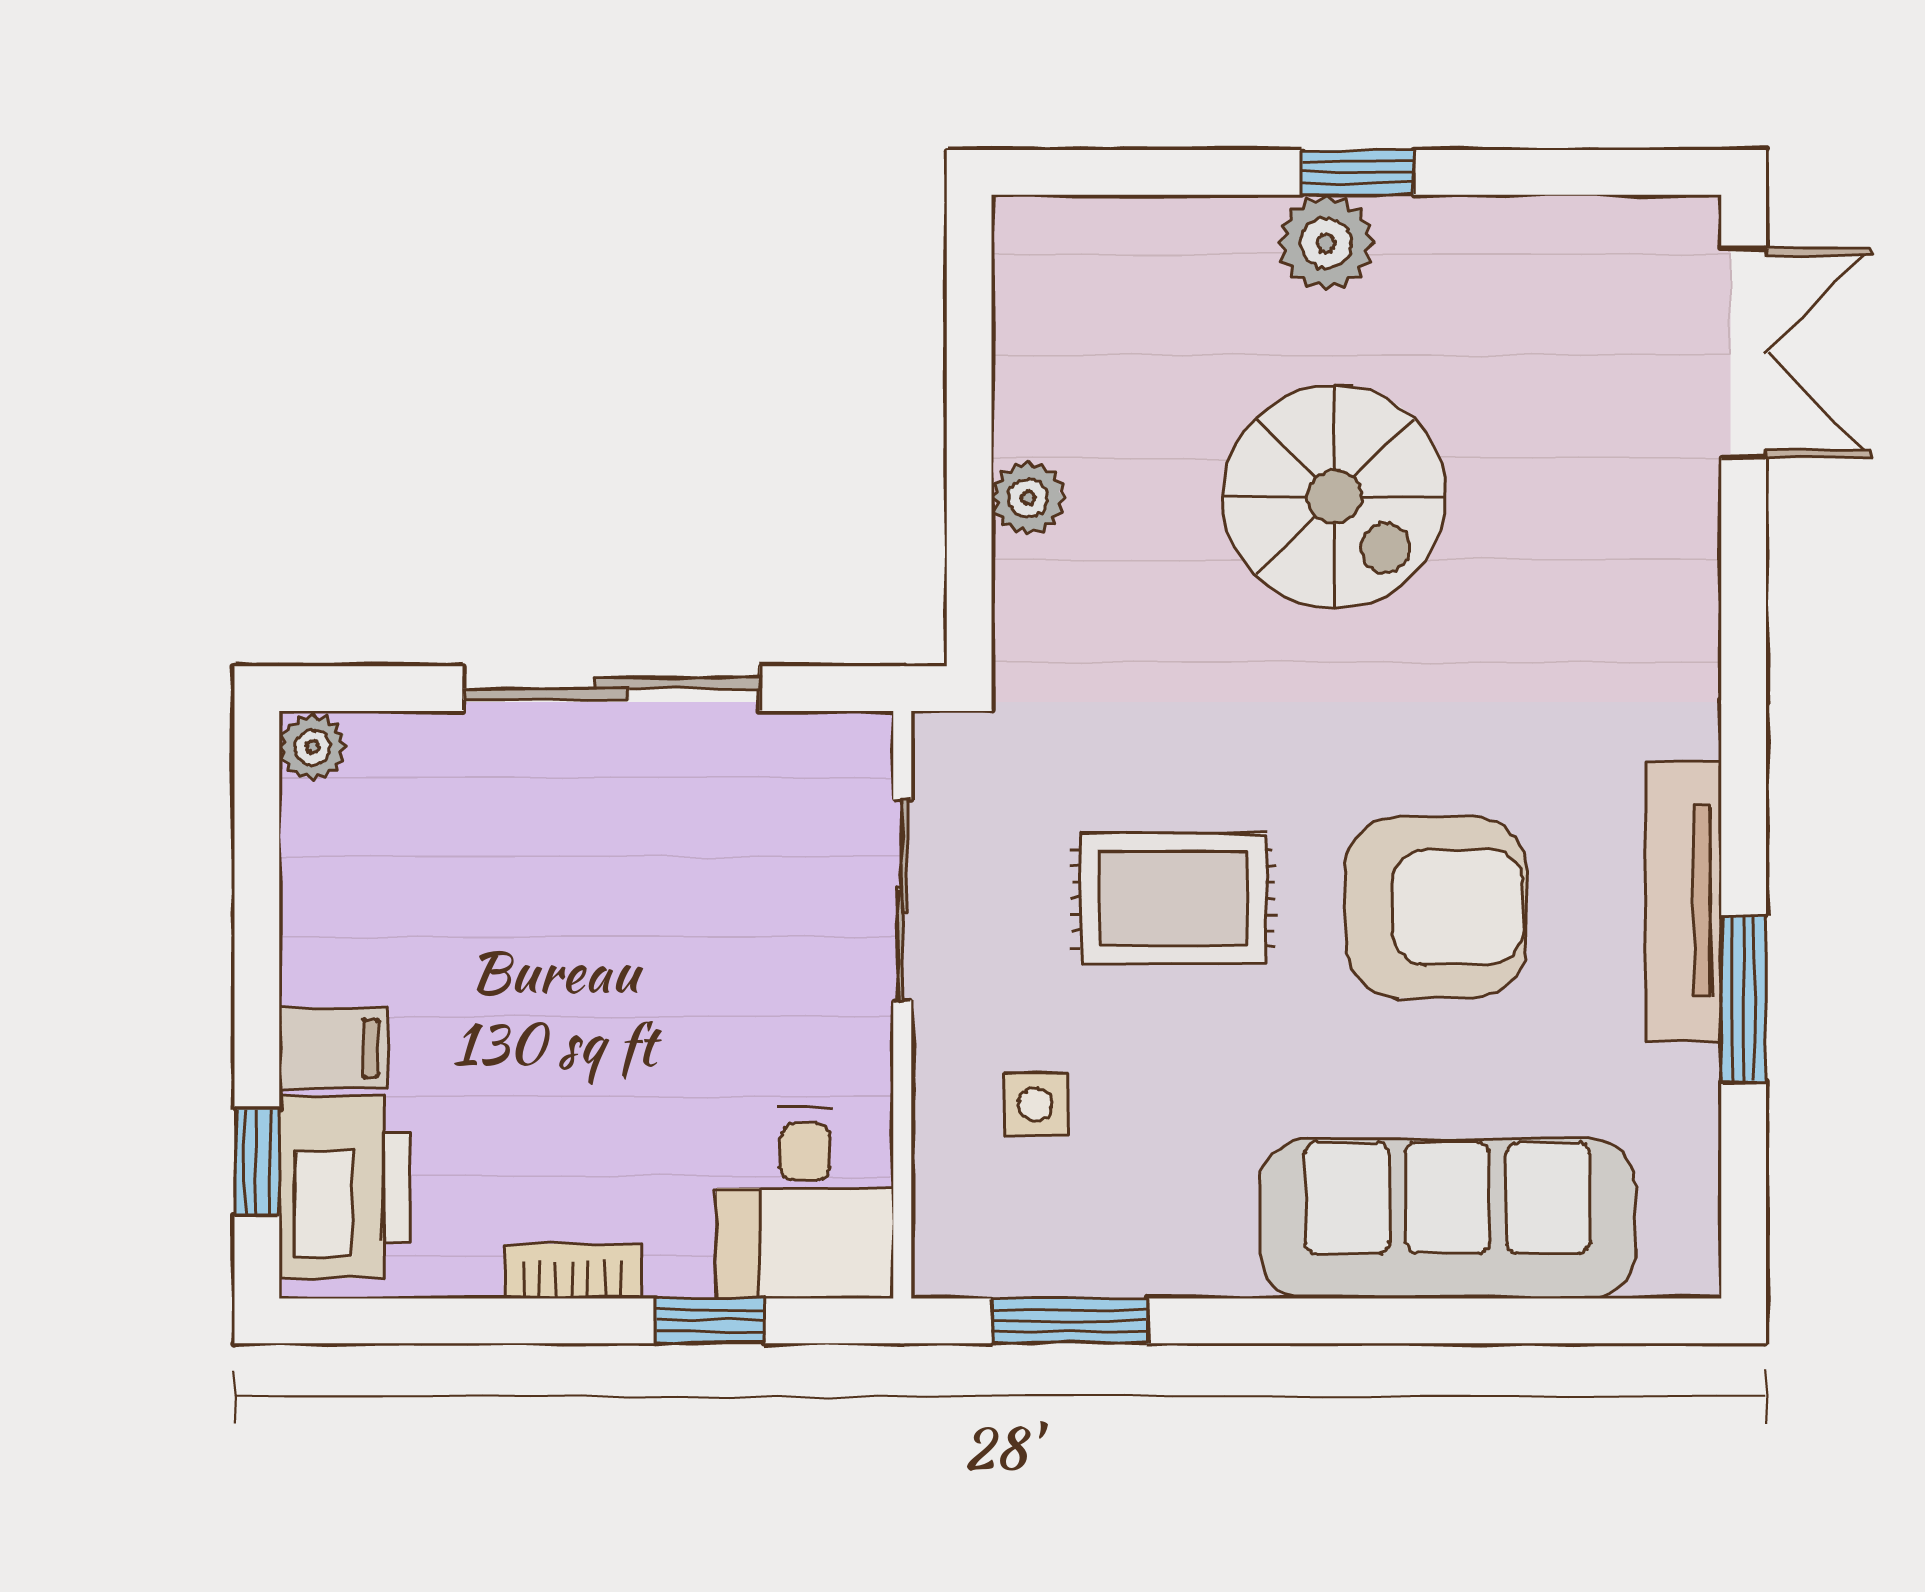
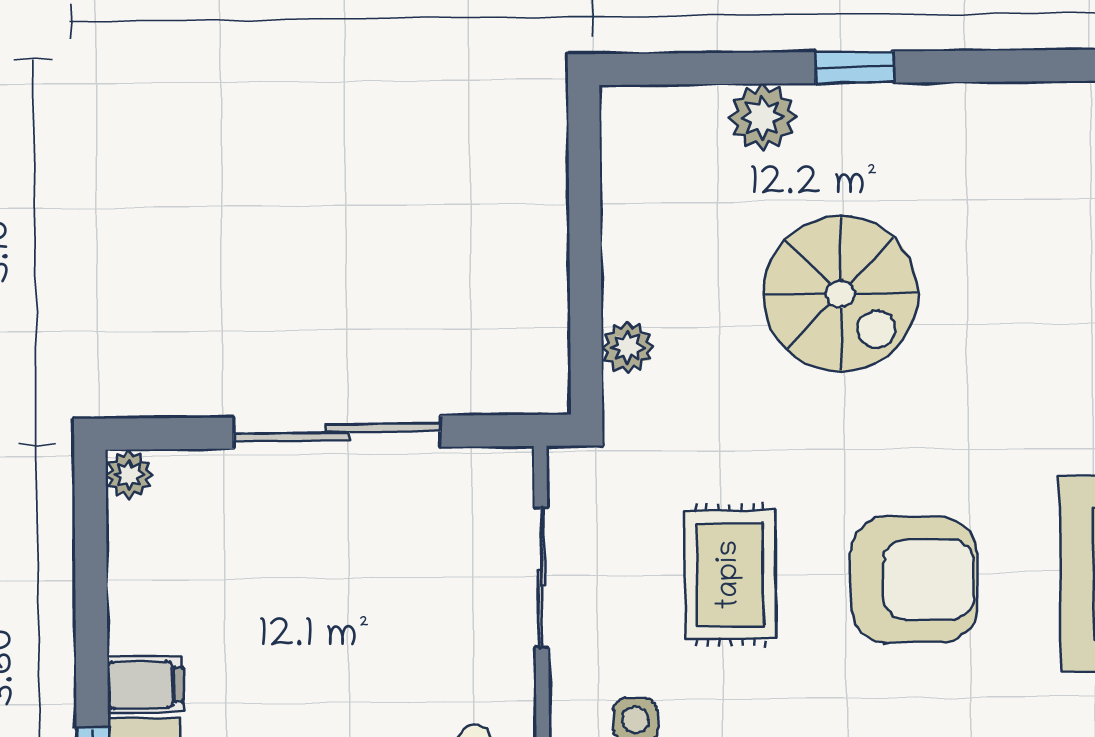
plant: (1326, 243) -> (762, 117), moved
plant: (1028, 498) -> (627, 347), moved
rug: (1173, 898) -> (730, 575), turned 90

